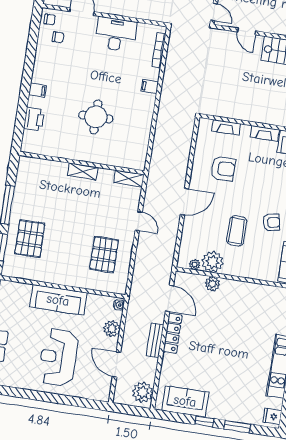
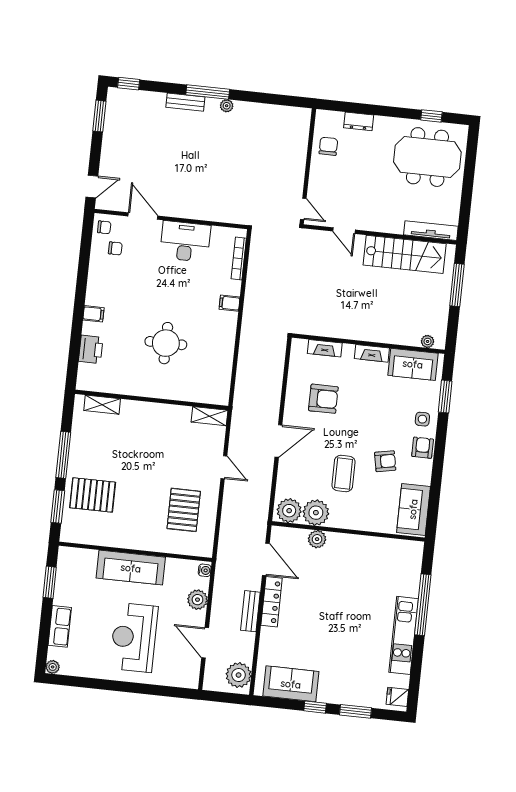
shelving: (83, 171) -> (102, 405), moved
pallet: (30, 239) -> (93, 495), turned 90
plant: (195, 265) -> (289, 511), width x1.87, depth x1.87

